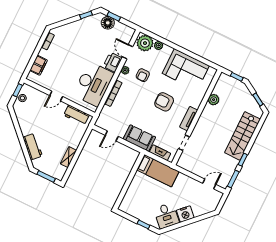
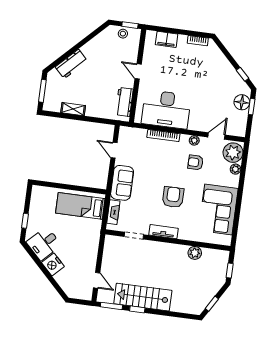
printer: (113, 62) -> (199, 123), removed
stairs: (242, 136) -> (143, 297), moved
bed: (158, 171) -> (80, 206), moved, turned 90

